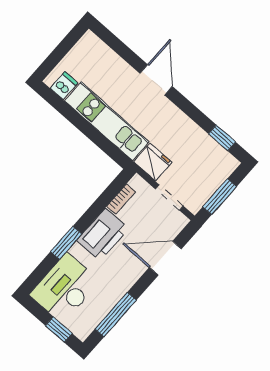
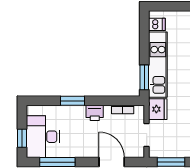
window: (108, 147) -> (144, 77), added
printer: (103, 234) -> (95, 113), width x0.53, depth x0.68
desk: (65, 288) -> (43, 137), moved, turned -90

